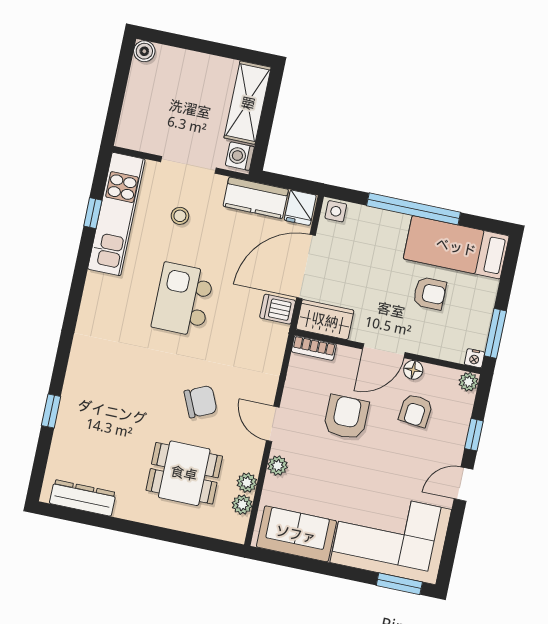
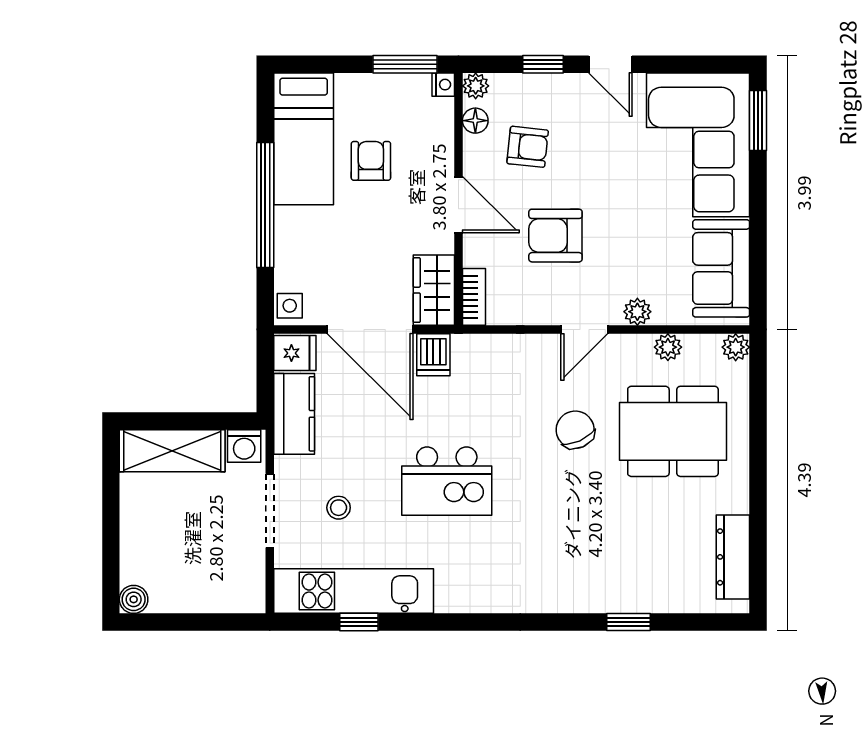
floor lamp: (413, 370) -> (475, 121), moved
dining table: (184, 473) -> (673, 431), width x1.38
plant: (242, 505) -> (736, 347), moved

